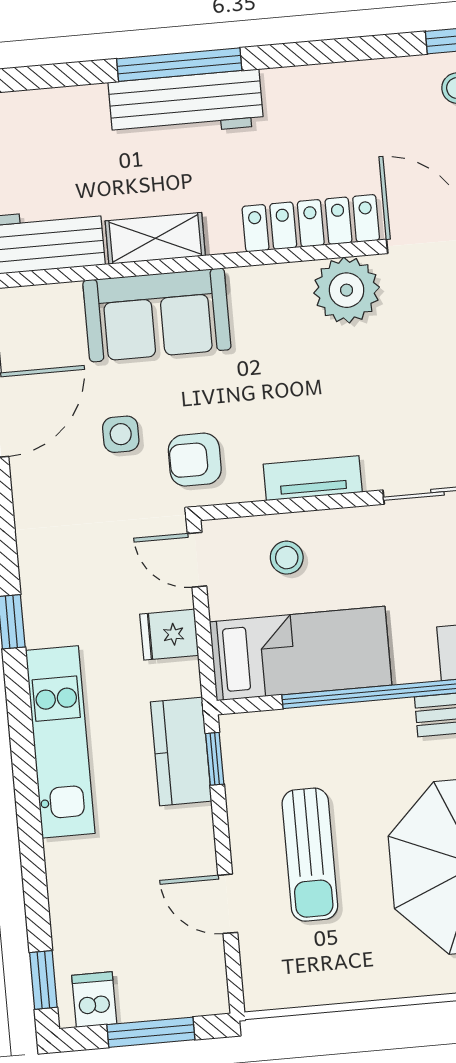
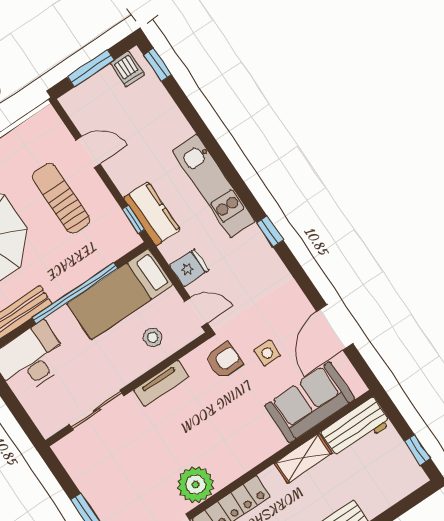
sofa: (157, 315) -> (310, 402), moved

